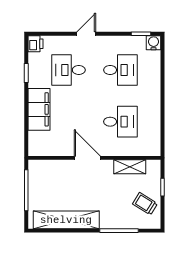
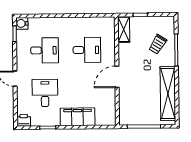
desk: (68, 70) -> (45, 93), turned 180
desk: (120, 70) -> (44, 50), turned 90
desk: (120, 122) -> (87, 50), turned 90
shelving: (130, 167) -> (124, 29), moved
trolley: (145, 204) -> (158, 44), moved

